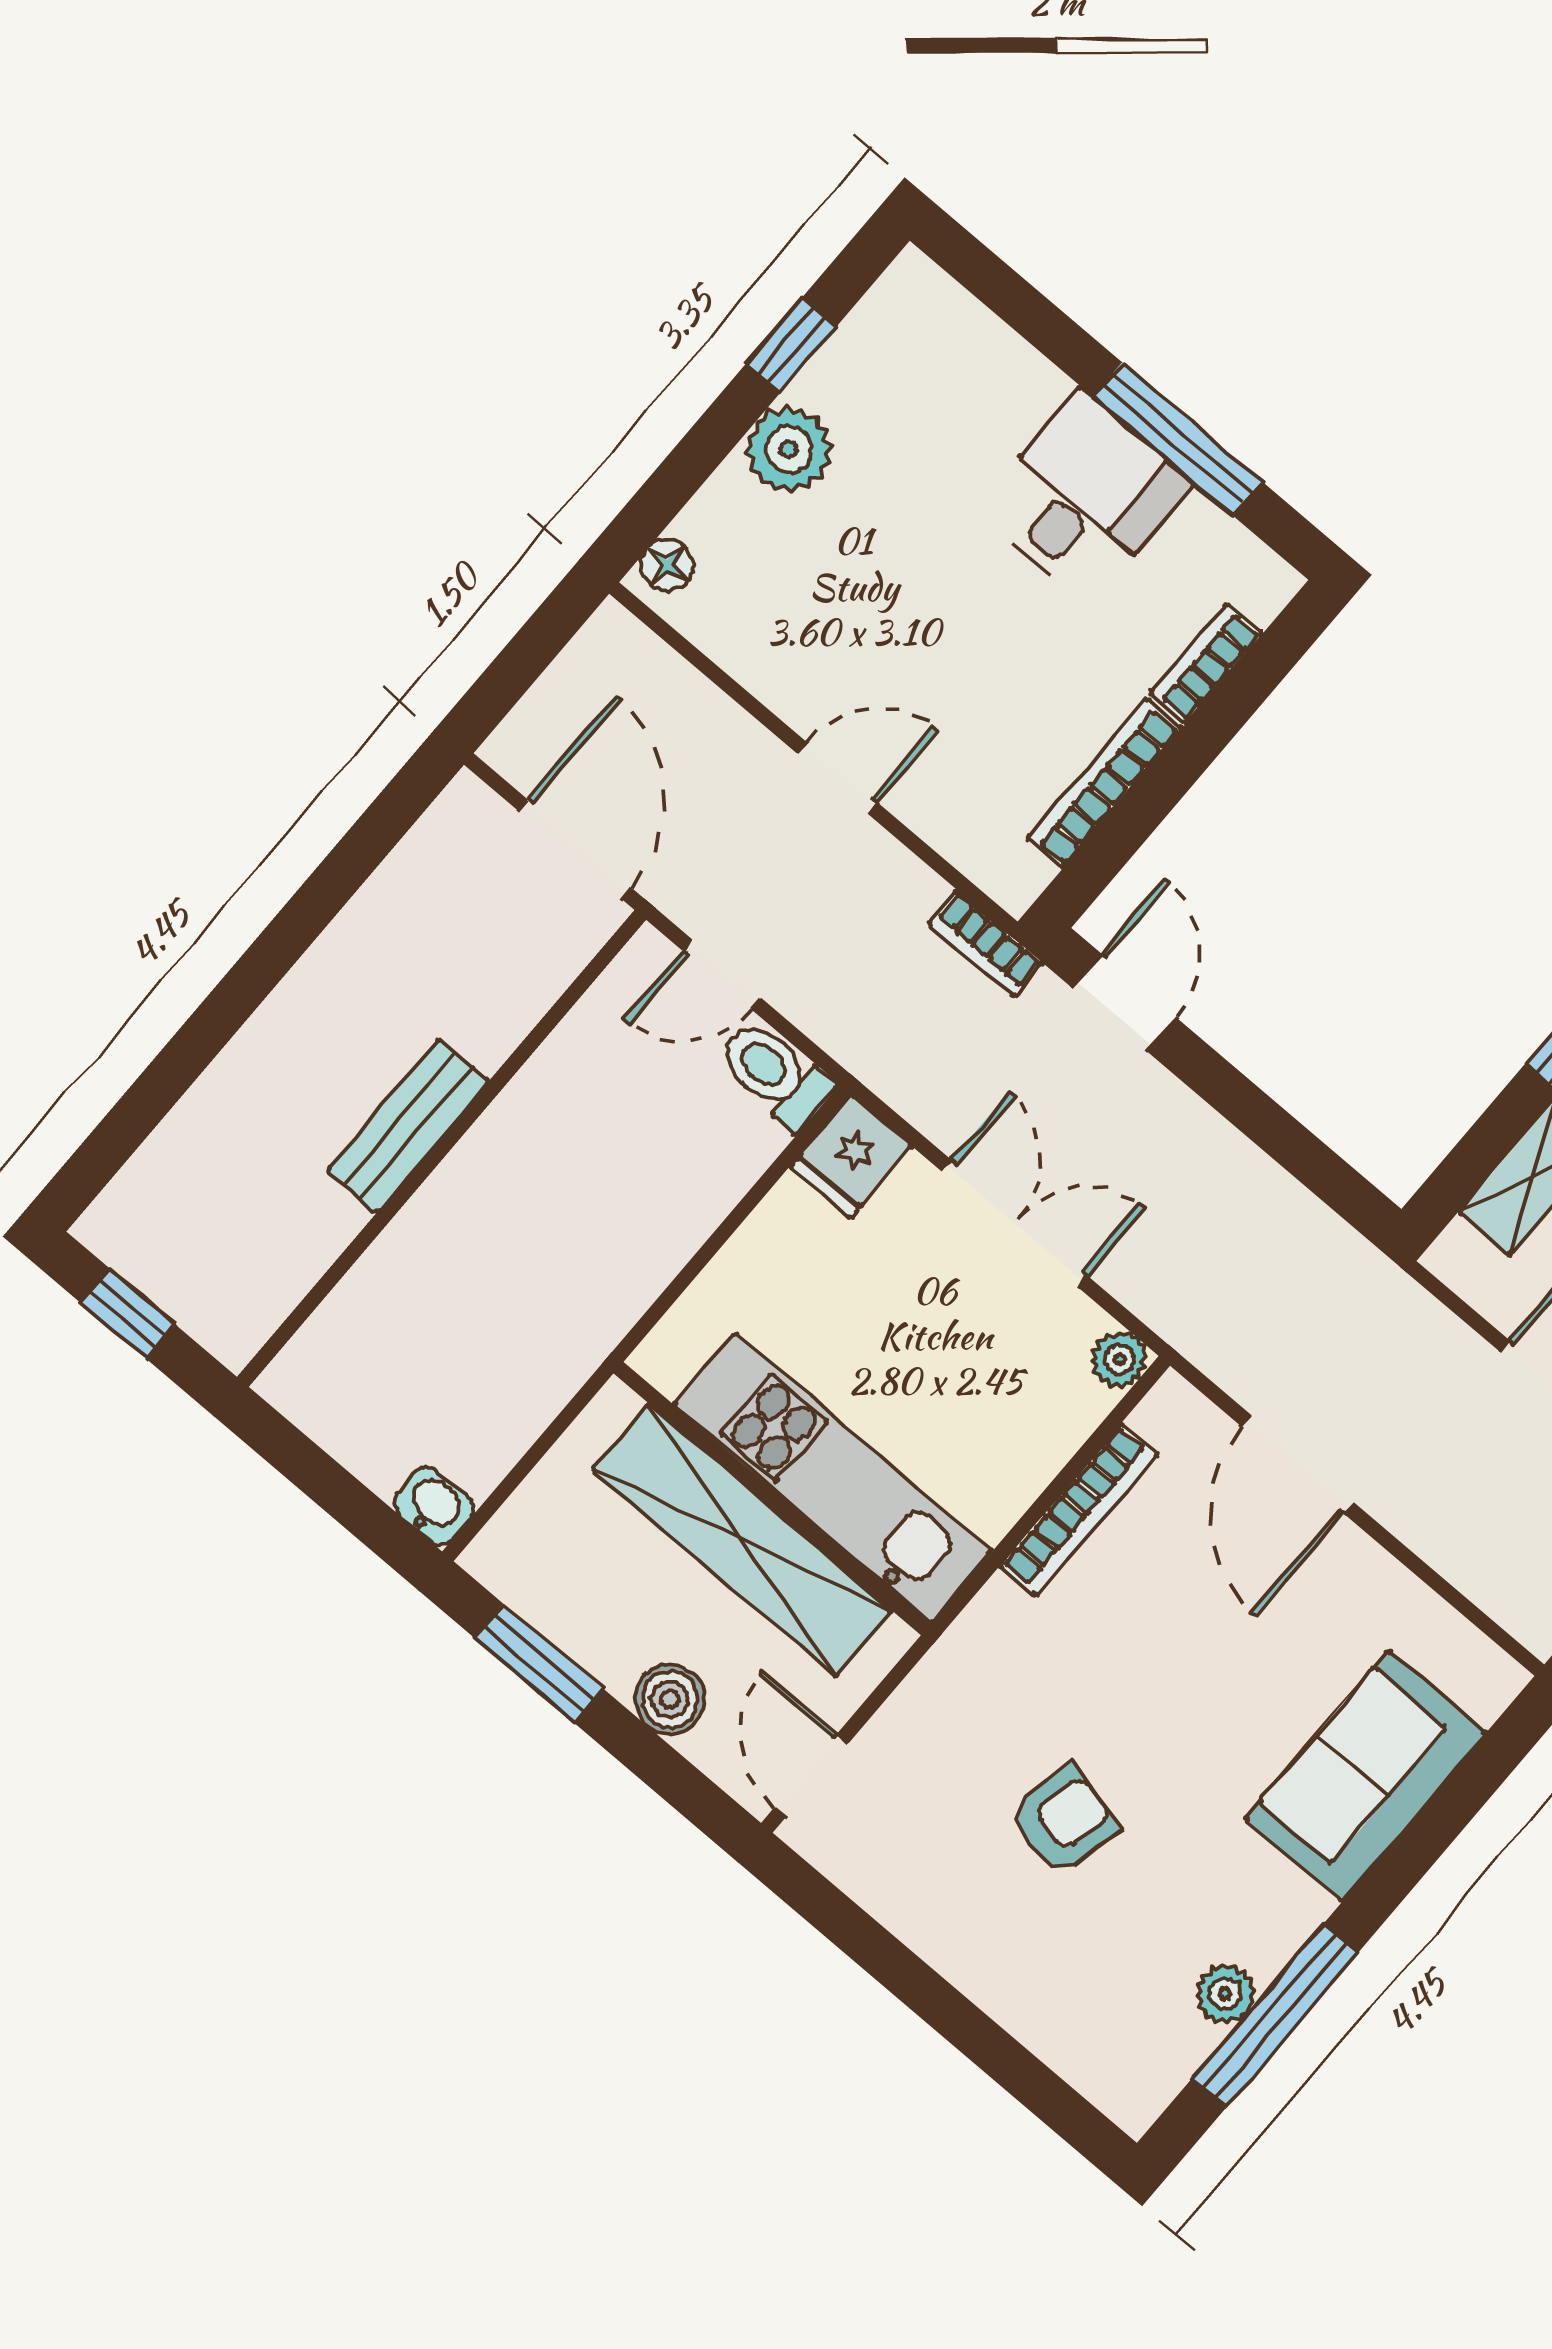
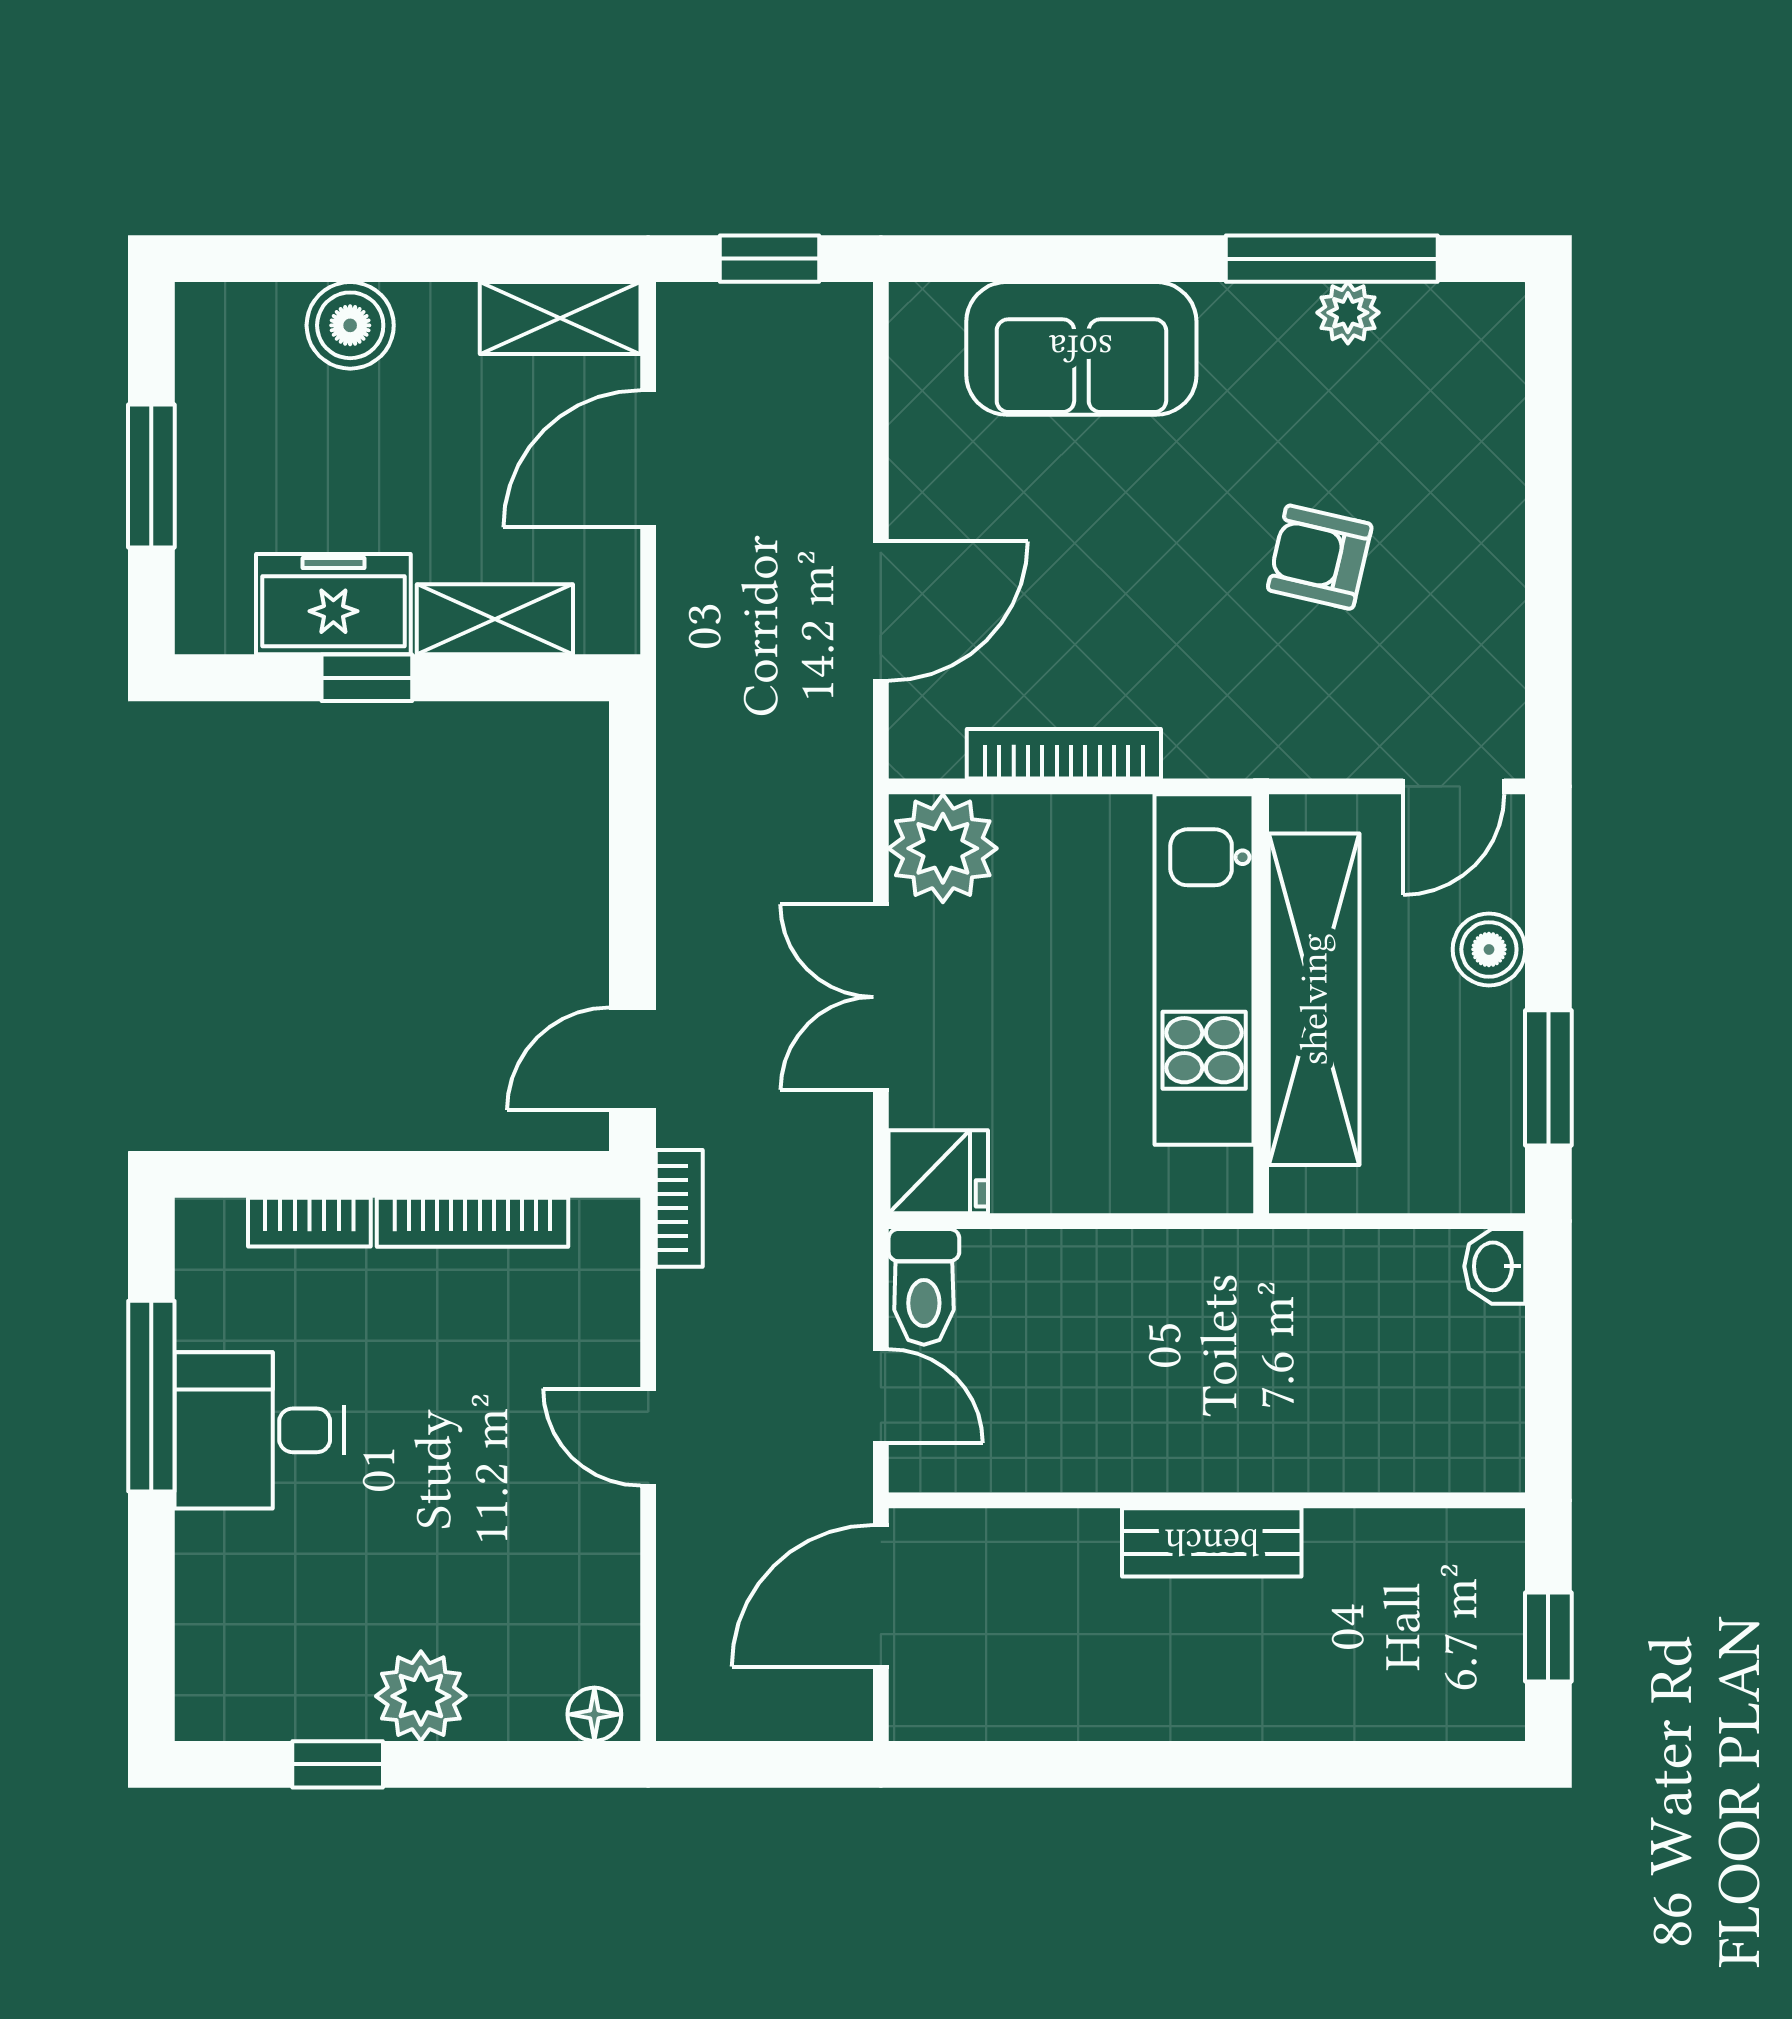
plant: (1119, 1359) -> (943, 848), width x1.88, depth x1.88

